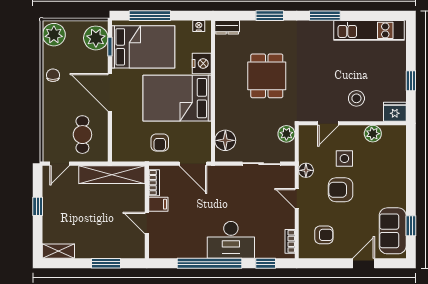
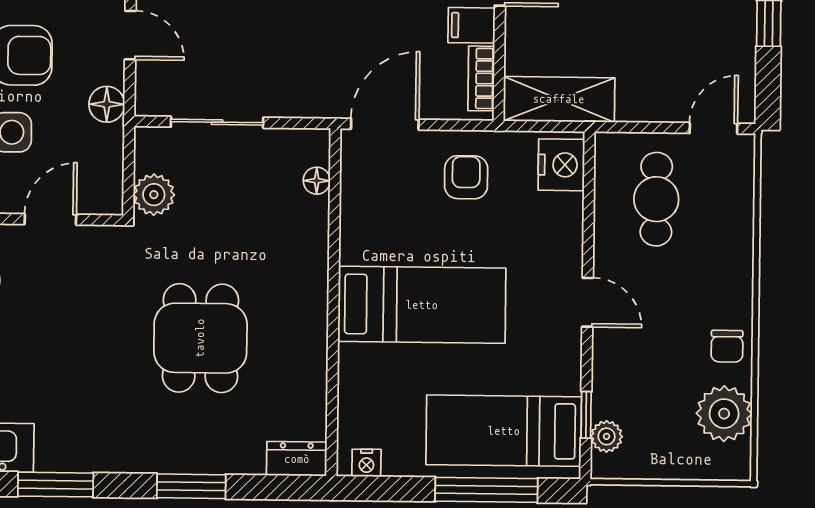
plant: (54, 35) -> (724, 414), moved
plant: (96, 38) -> (607, 436), width x0.53, depth x0.53
bed: (143, 47) -> (504, 431), width x0.67
nightstand: (202, 63) -> (561, 165), moved, turned 180
door: (110, 92) -> (587, 302), width x0.53
bed: (177, 98) -> (422, 305), width x0.67
floor lamp: (225, 140) -> (317, 181), width x0.53, depth x0.53
door: (193, 164) -> (385, 124), hinge flipped
shelving: (112, 175) -> (559, 99), width x0.68

